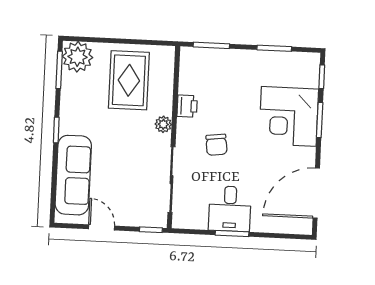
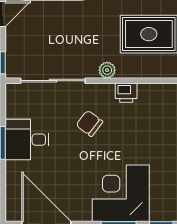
chair: (216, 145) -> (89, 123), turned 44

